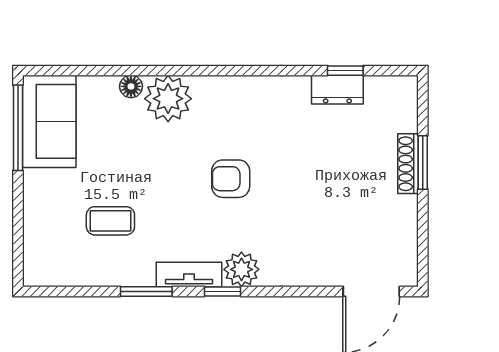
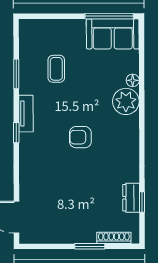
shoe rack: (408, 164) -> (114, 238), moved
armchair: (231, 179) -> (80, 137), turned -90
plant: (241, 269) -> (29, 143), removed
window: (146, 291) -> (16, 74), moved

